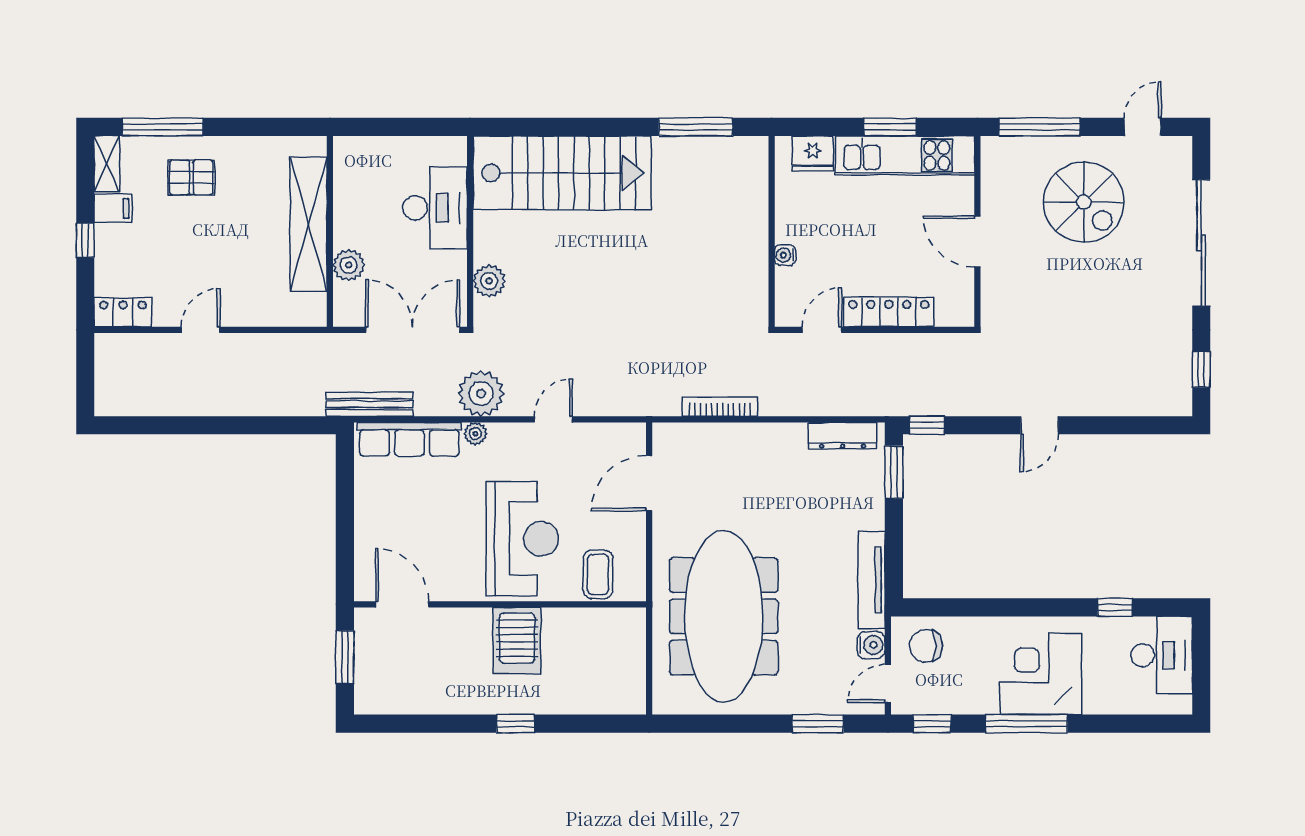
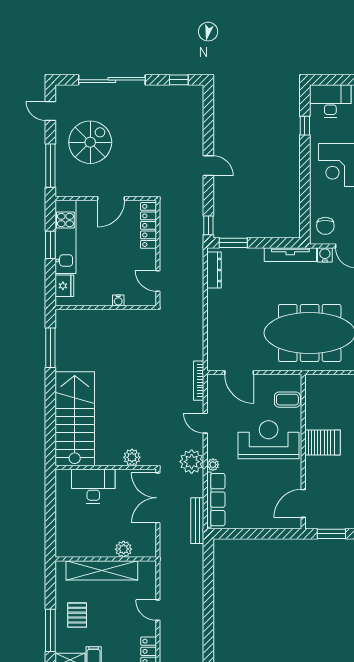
shelving: (309, 224) -> (102, 570), moved
wall: (330, 231) -> (106, 559), moved
plant: (349, 265) -> (124, 549), moved
locker: (889, 312) -> (148, 225), moved
bookcase: (720, 407) -> (199, 381), moved

